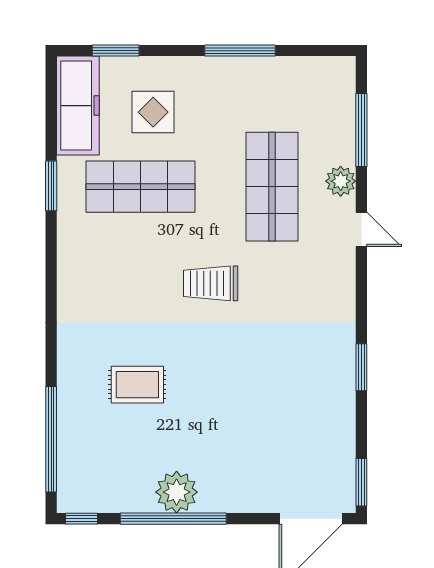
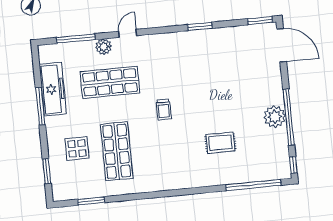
freezer: (78, 106) -> (53, 89), moved, turned 90
window: (51, 186) -> (91, 201), moved
trolley: (211, 283) -> (164, 110), width x0.73, depth x0.72
rug: (137, 385) -> (220, 143), turned 90

